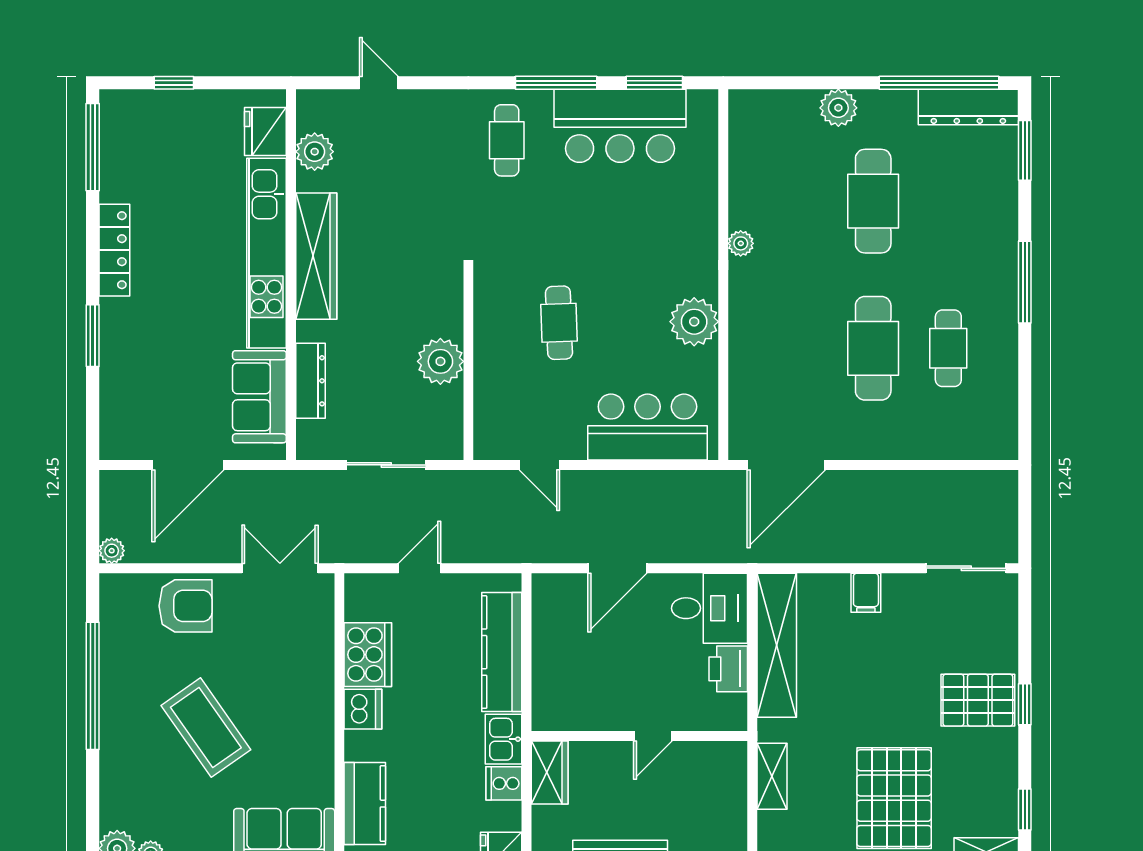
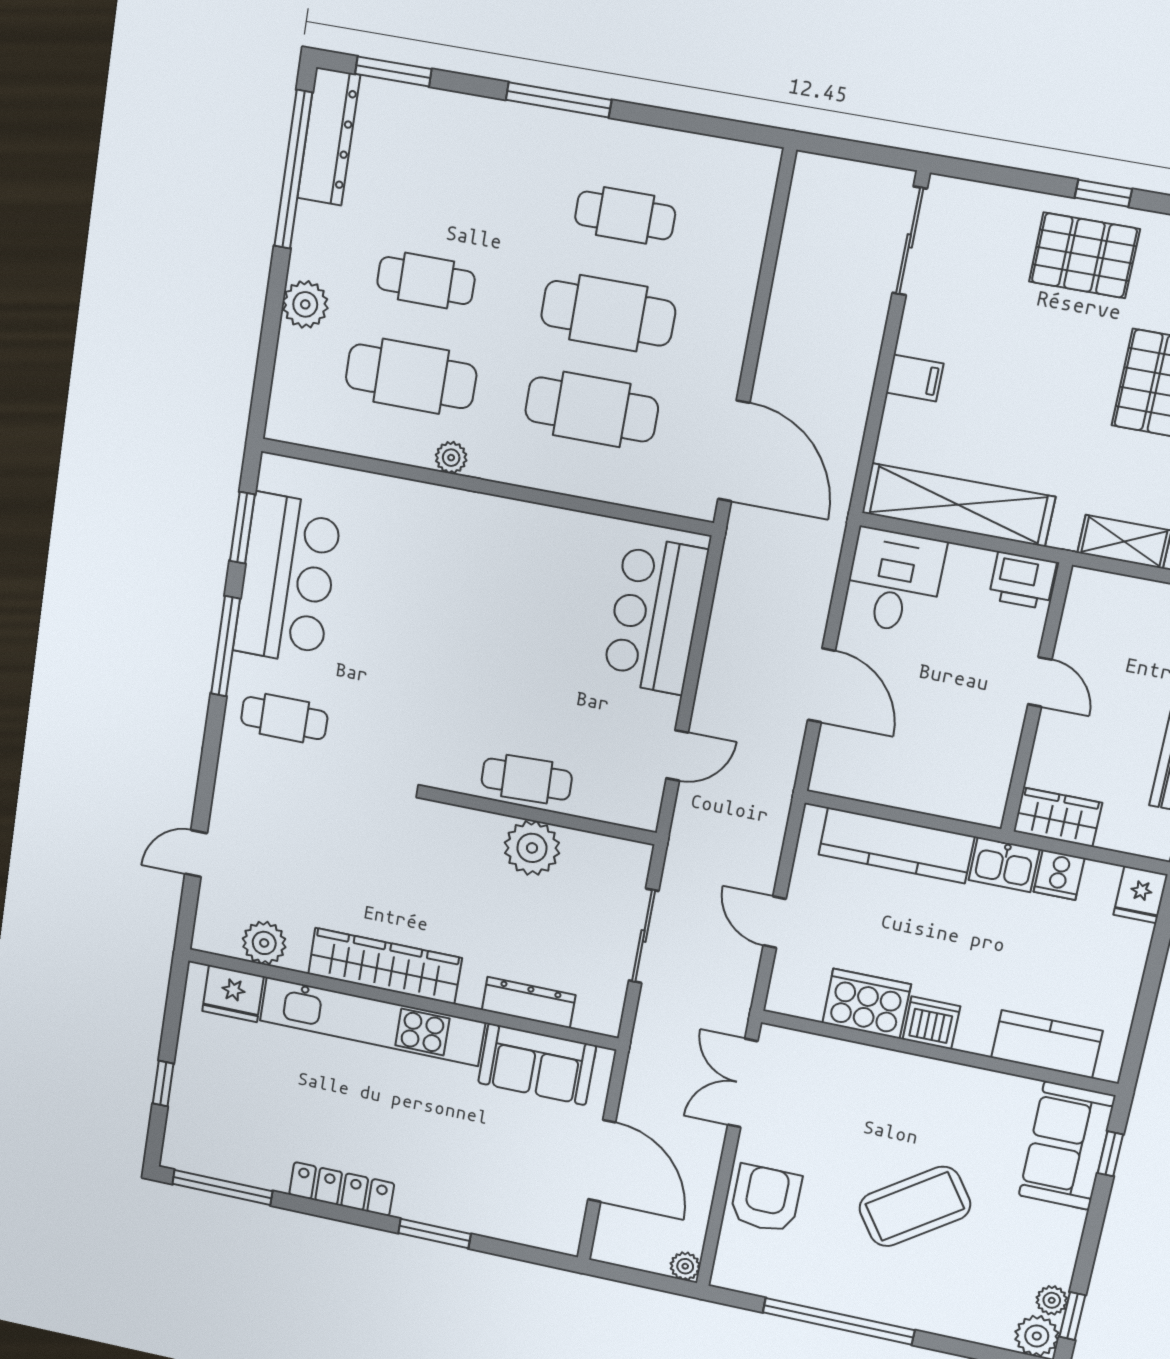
cafe table: (798, 201) -> (411, 376), added
cafe table: (873, 201) -> (426, 281), width x0.73, depth x0.74
plant: (694, 322) -> (537, 533), removed
cafe table: (559, 323) -> (527, 779), moved
cafe table: (798, 348) -> (592, 409), added
printer: (728, 669) -> (1023, 580), moved
pallet: (978, 700) -> (1084, 255), turned 90

